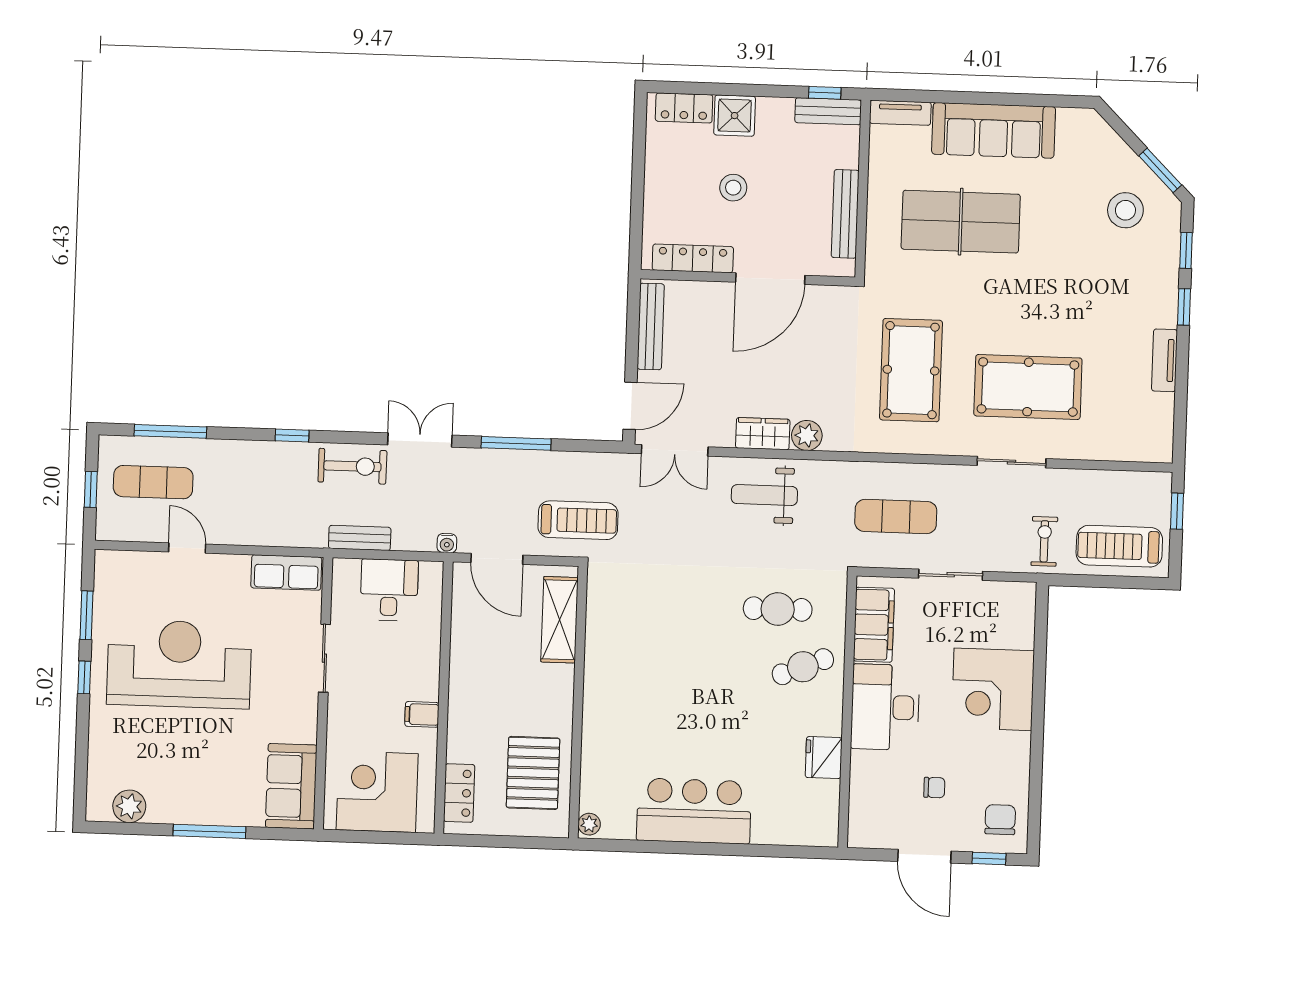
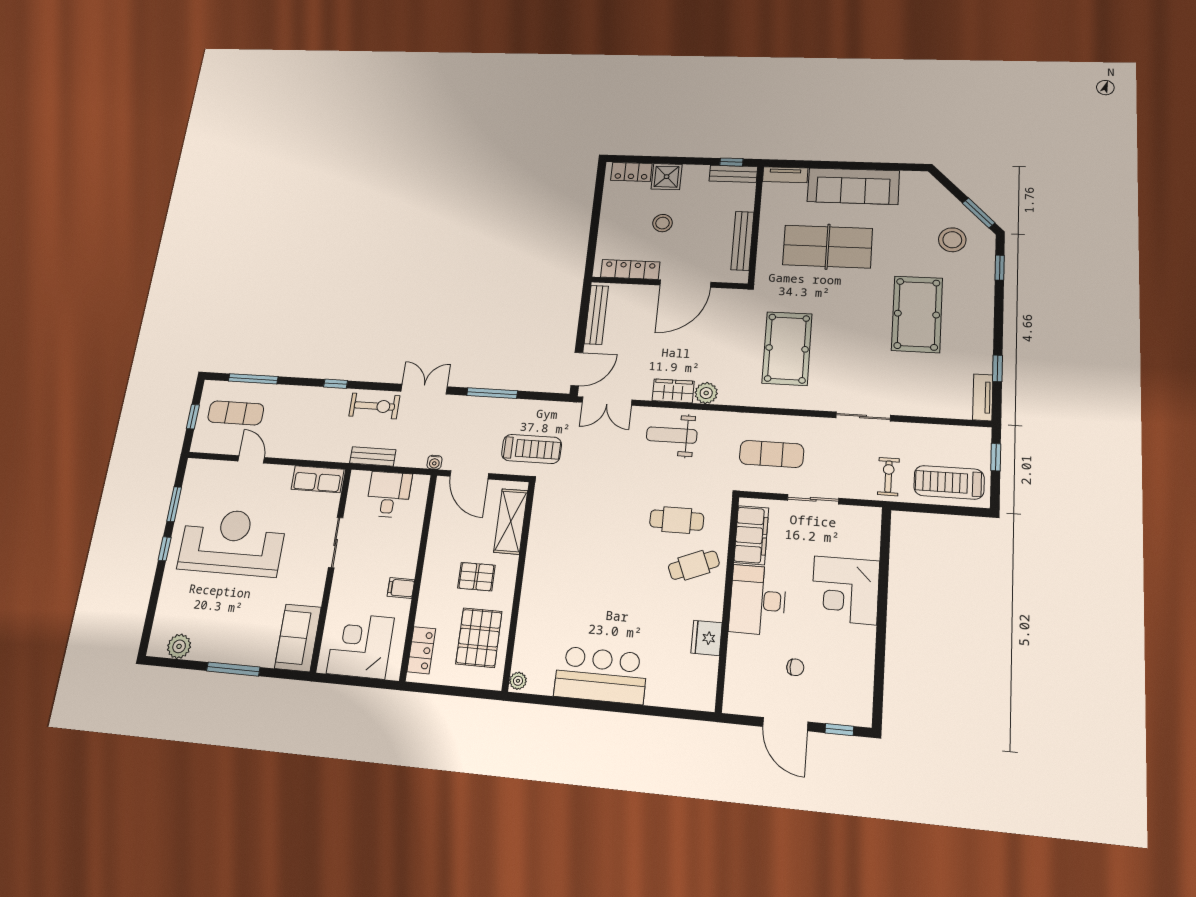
window: (1184, 307) -> (998, 368), moved
tv unit: (1165, 360) -> (983, 397), moved
pool table: (1028, 387) -> (917, 314), moved, turned 90
pallet: (521, 695) -> (476, 577), added
chair: (1000, 820) -> (849, 697), removed

